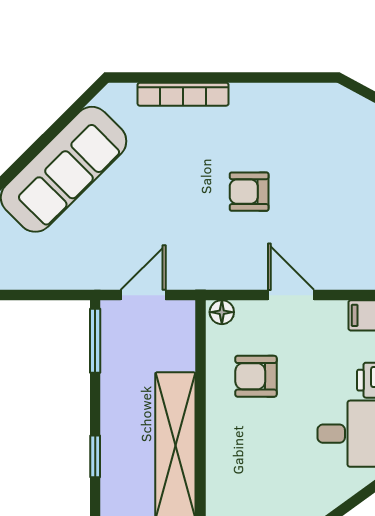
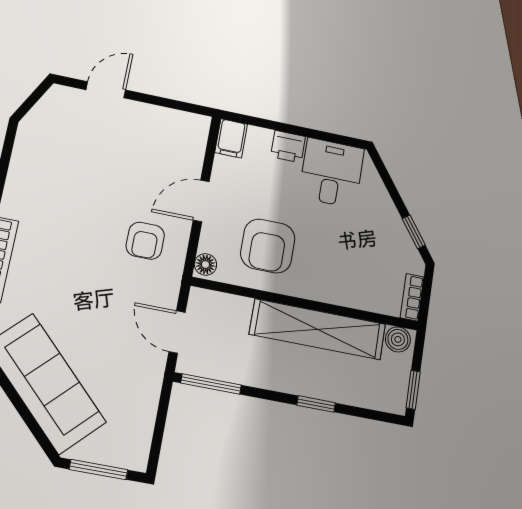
armchair: (249, 192) -> (145, 241), moved
armchair: (256, 376) -> (268, 246), width x1.38, depth x1.38

